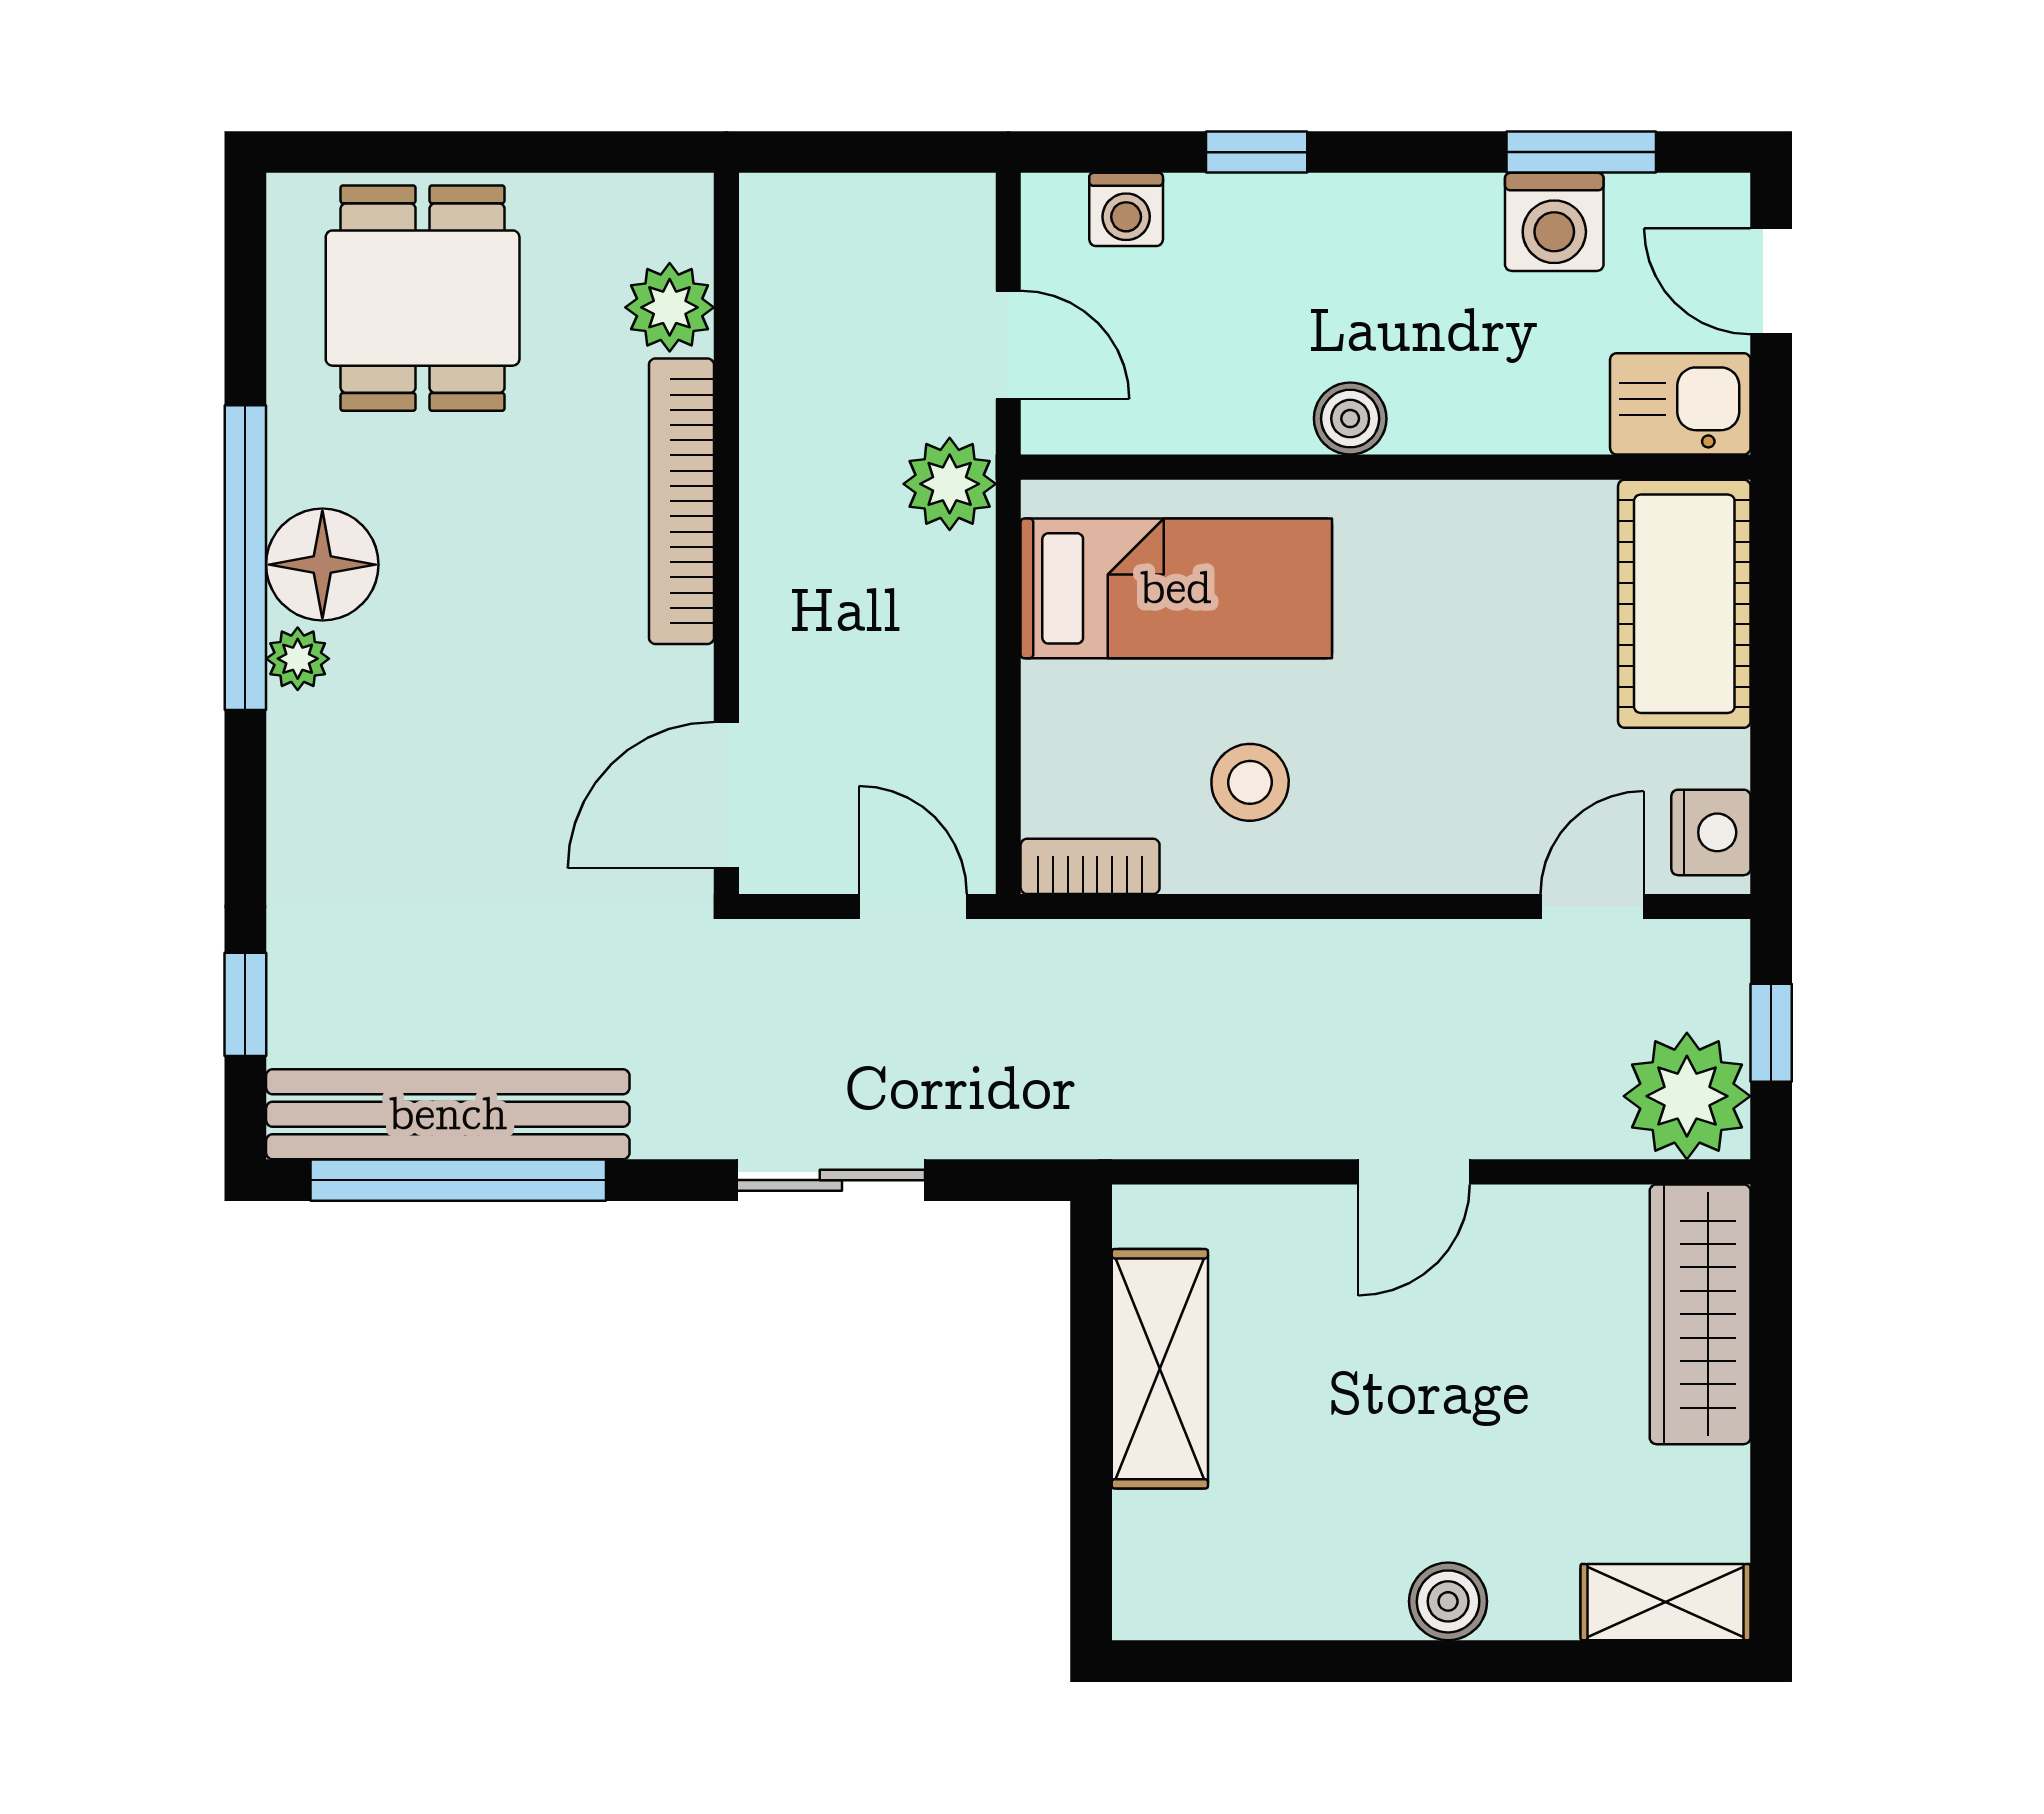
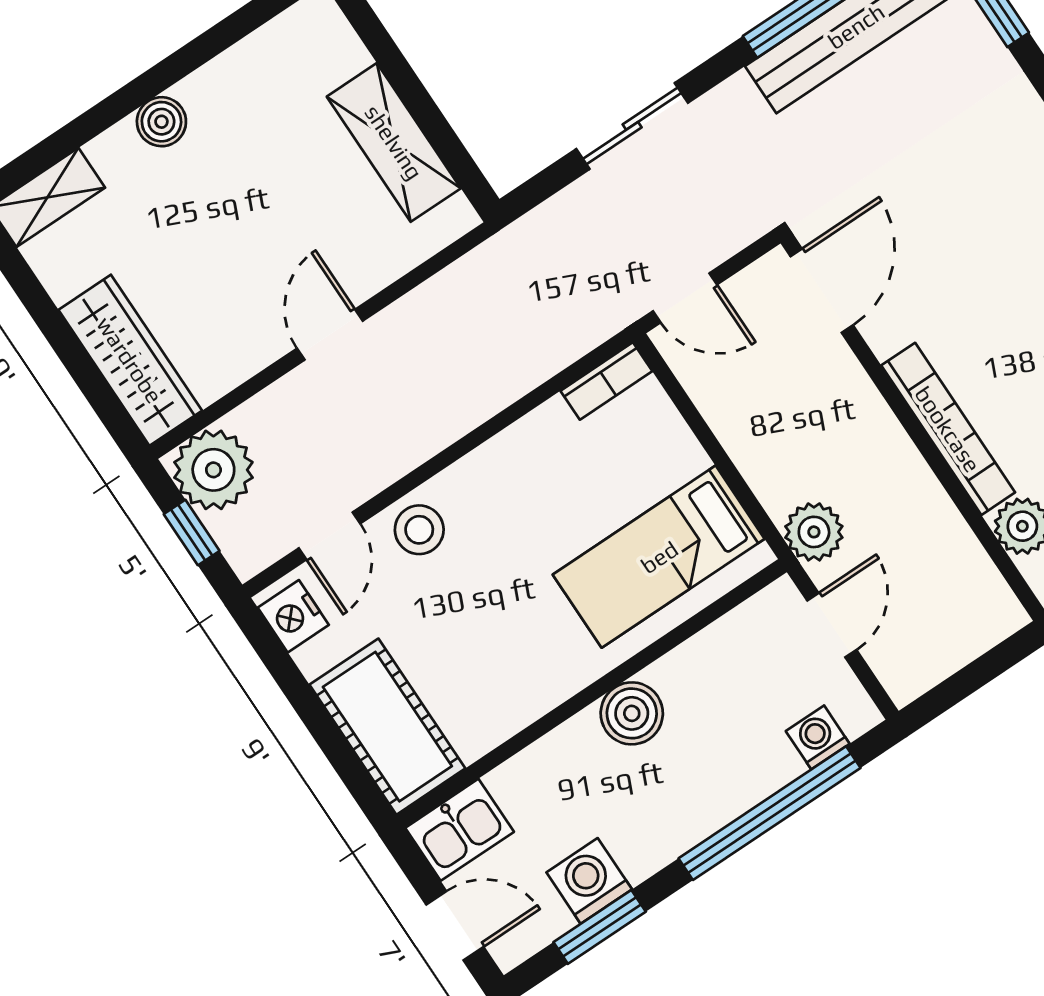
window: (1257, 152) -> (770, 813), width x3.17
door: (1008, 345) -> (832, 625), swing flipped
boiler: (1350, 419) -> (632, 713), width x1.36, depth x1.36
stool: (1250, 782) -> (419, 530), moved

